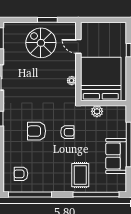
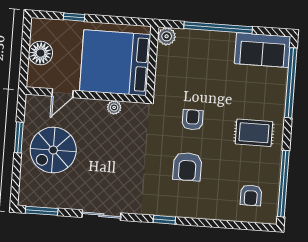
floor lamp: (103, 30) -> (41, 53), added
plant: (97, 111) -> (167, 36), moved
sofa: (116, 156) -> (263, 50), moved
rug: (80, 175) -> (254, 133), moved

